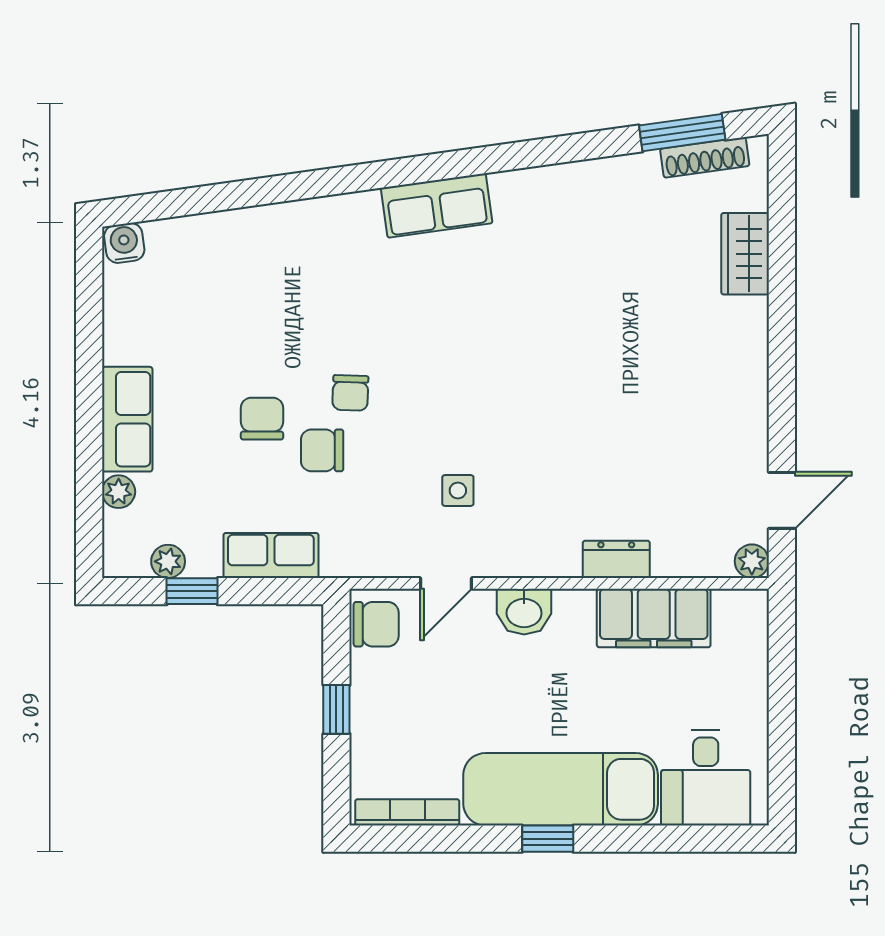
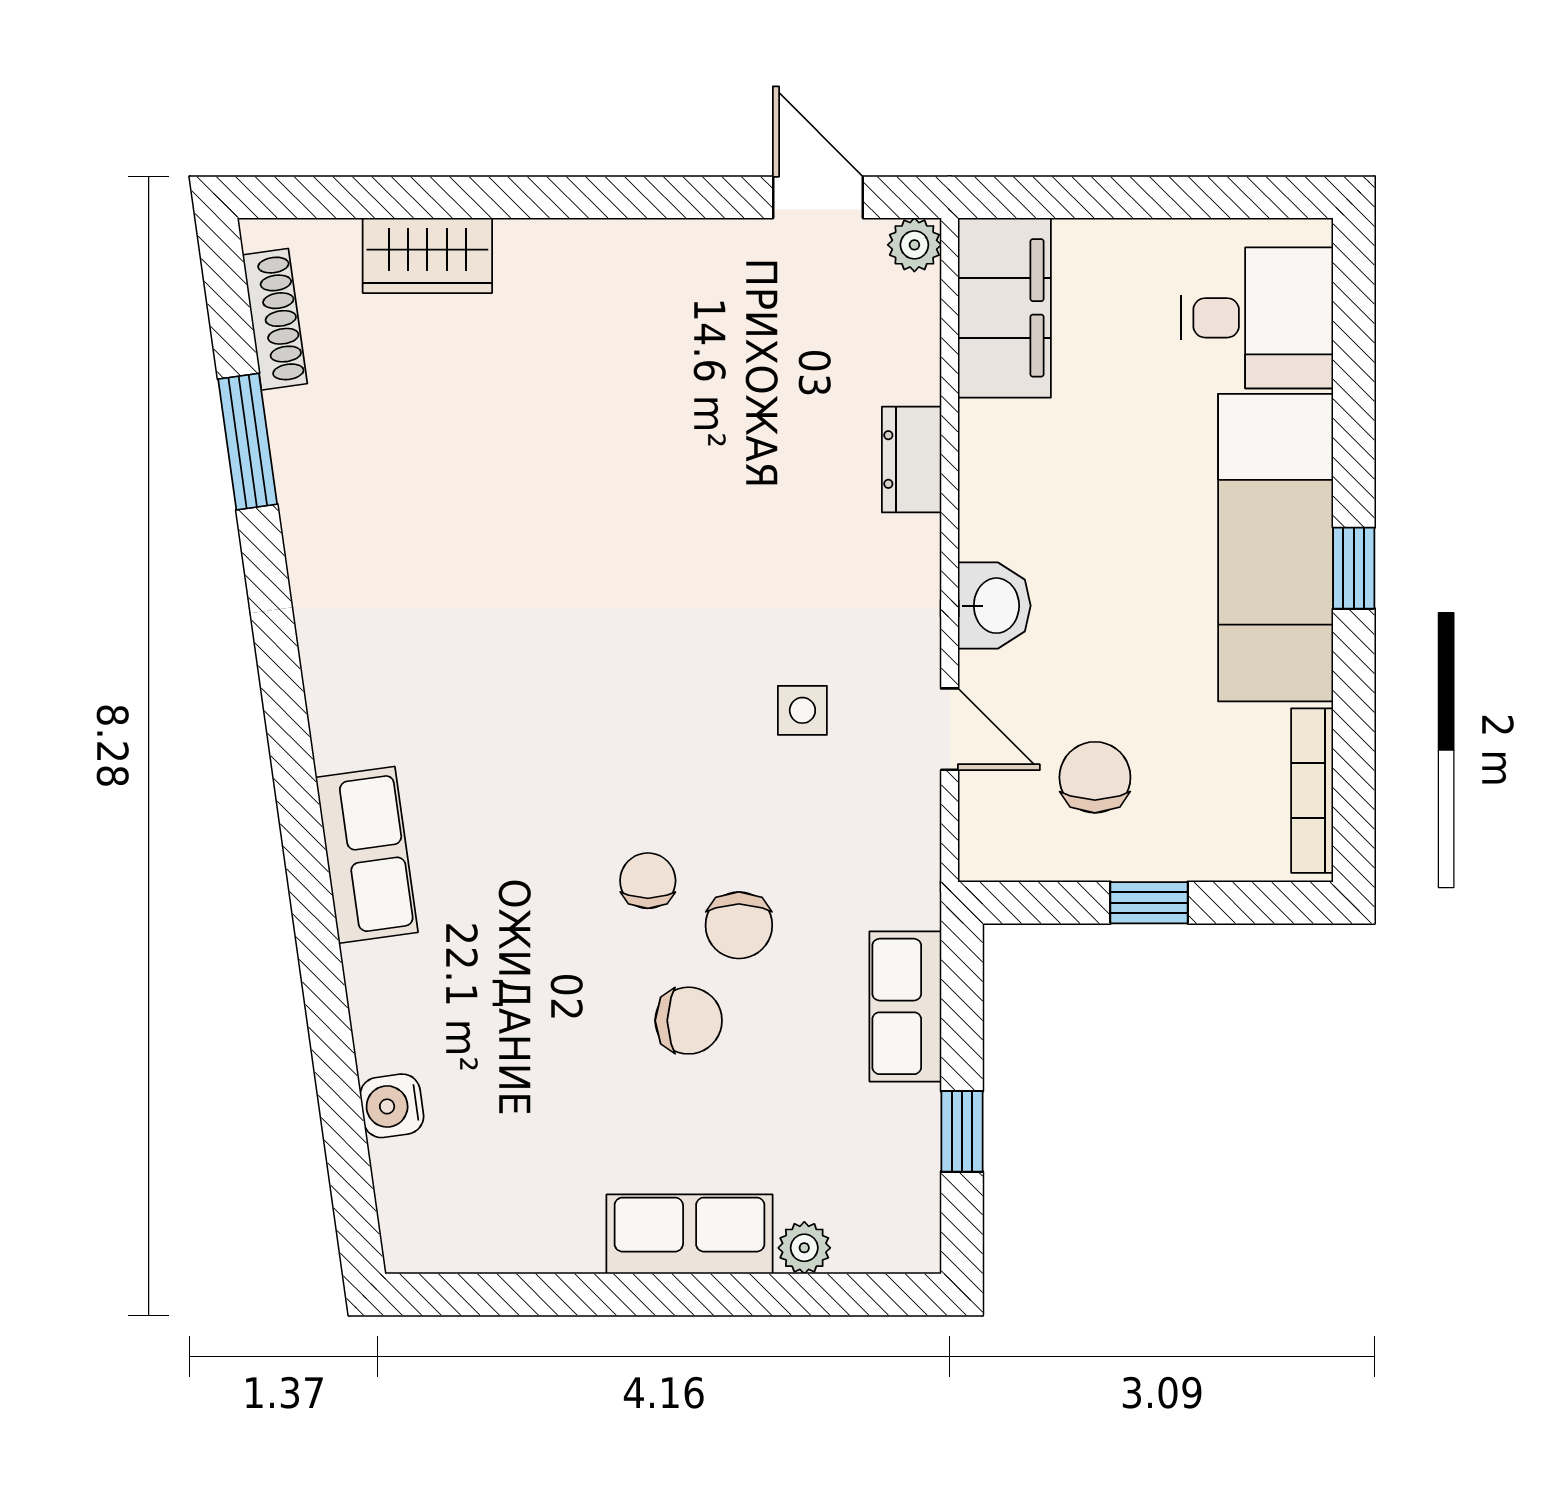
window: (682, 133) -> (248, 442), moved
row of seats: (437, 206) -> (367, 855), moved
water cooler: (124, 243) -> (392, 1106), moved
chair: (350, 393) -> (648, 881), turned -92
chair: (262, 419) -> (689, 1021), turned 180
plant: (168, 561) -> (915, 1169), removed
filing cabinet: (654, 618) -> (1004, 308), moved
chair: (376, 624) -> (1095, 777), moved

